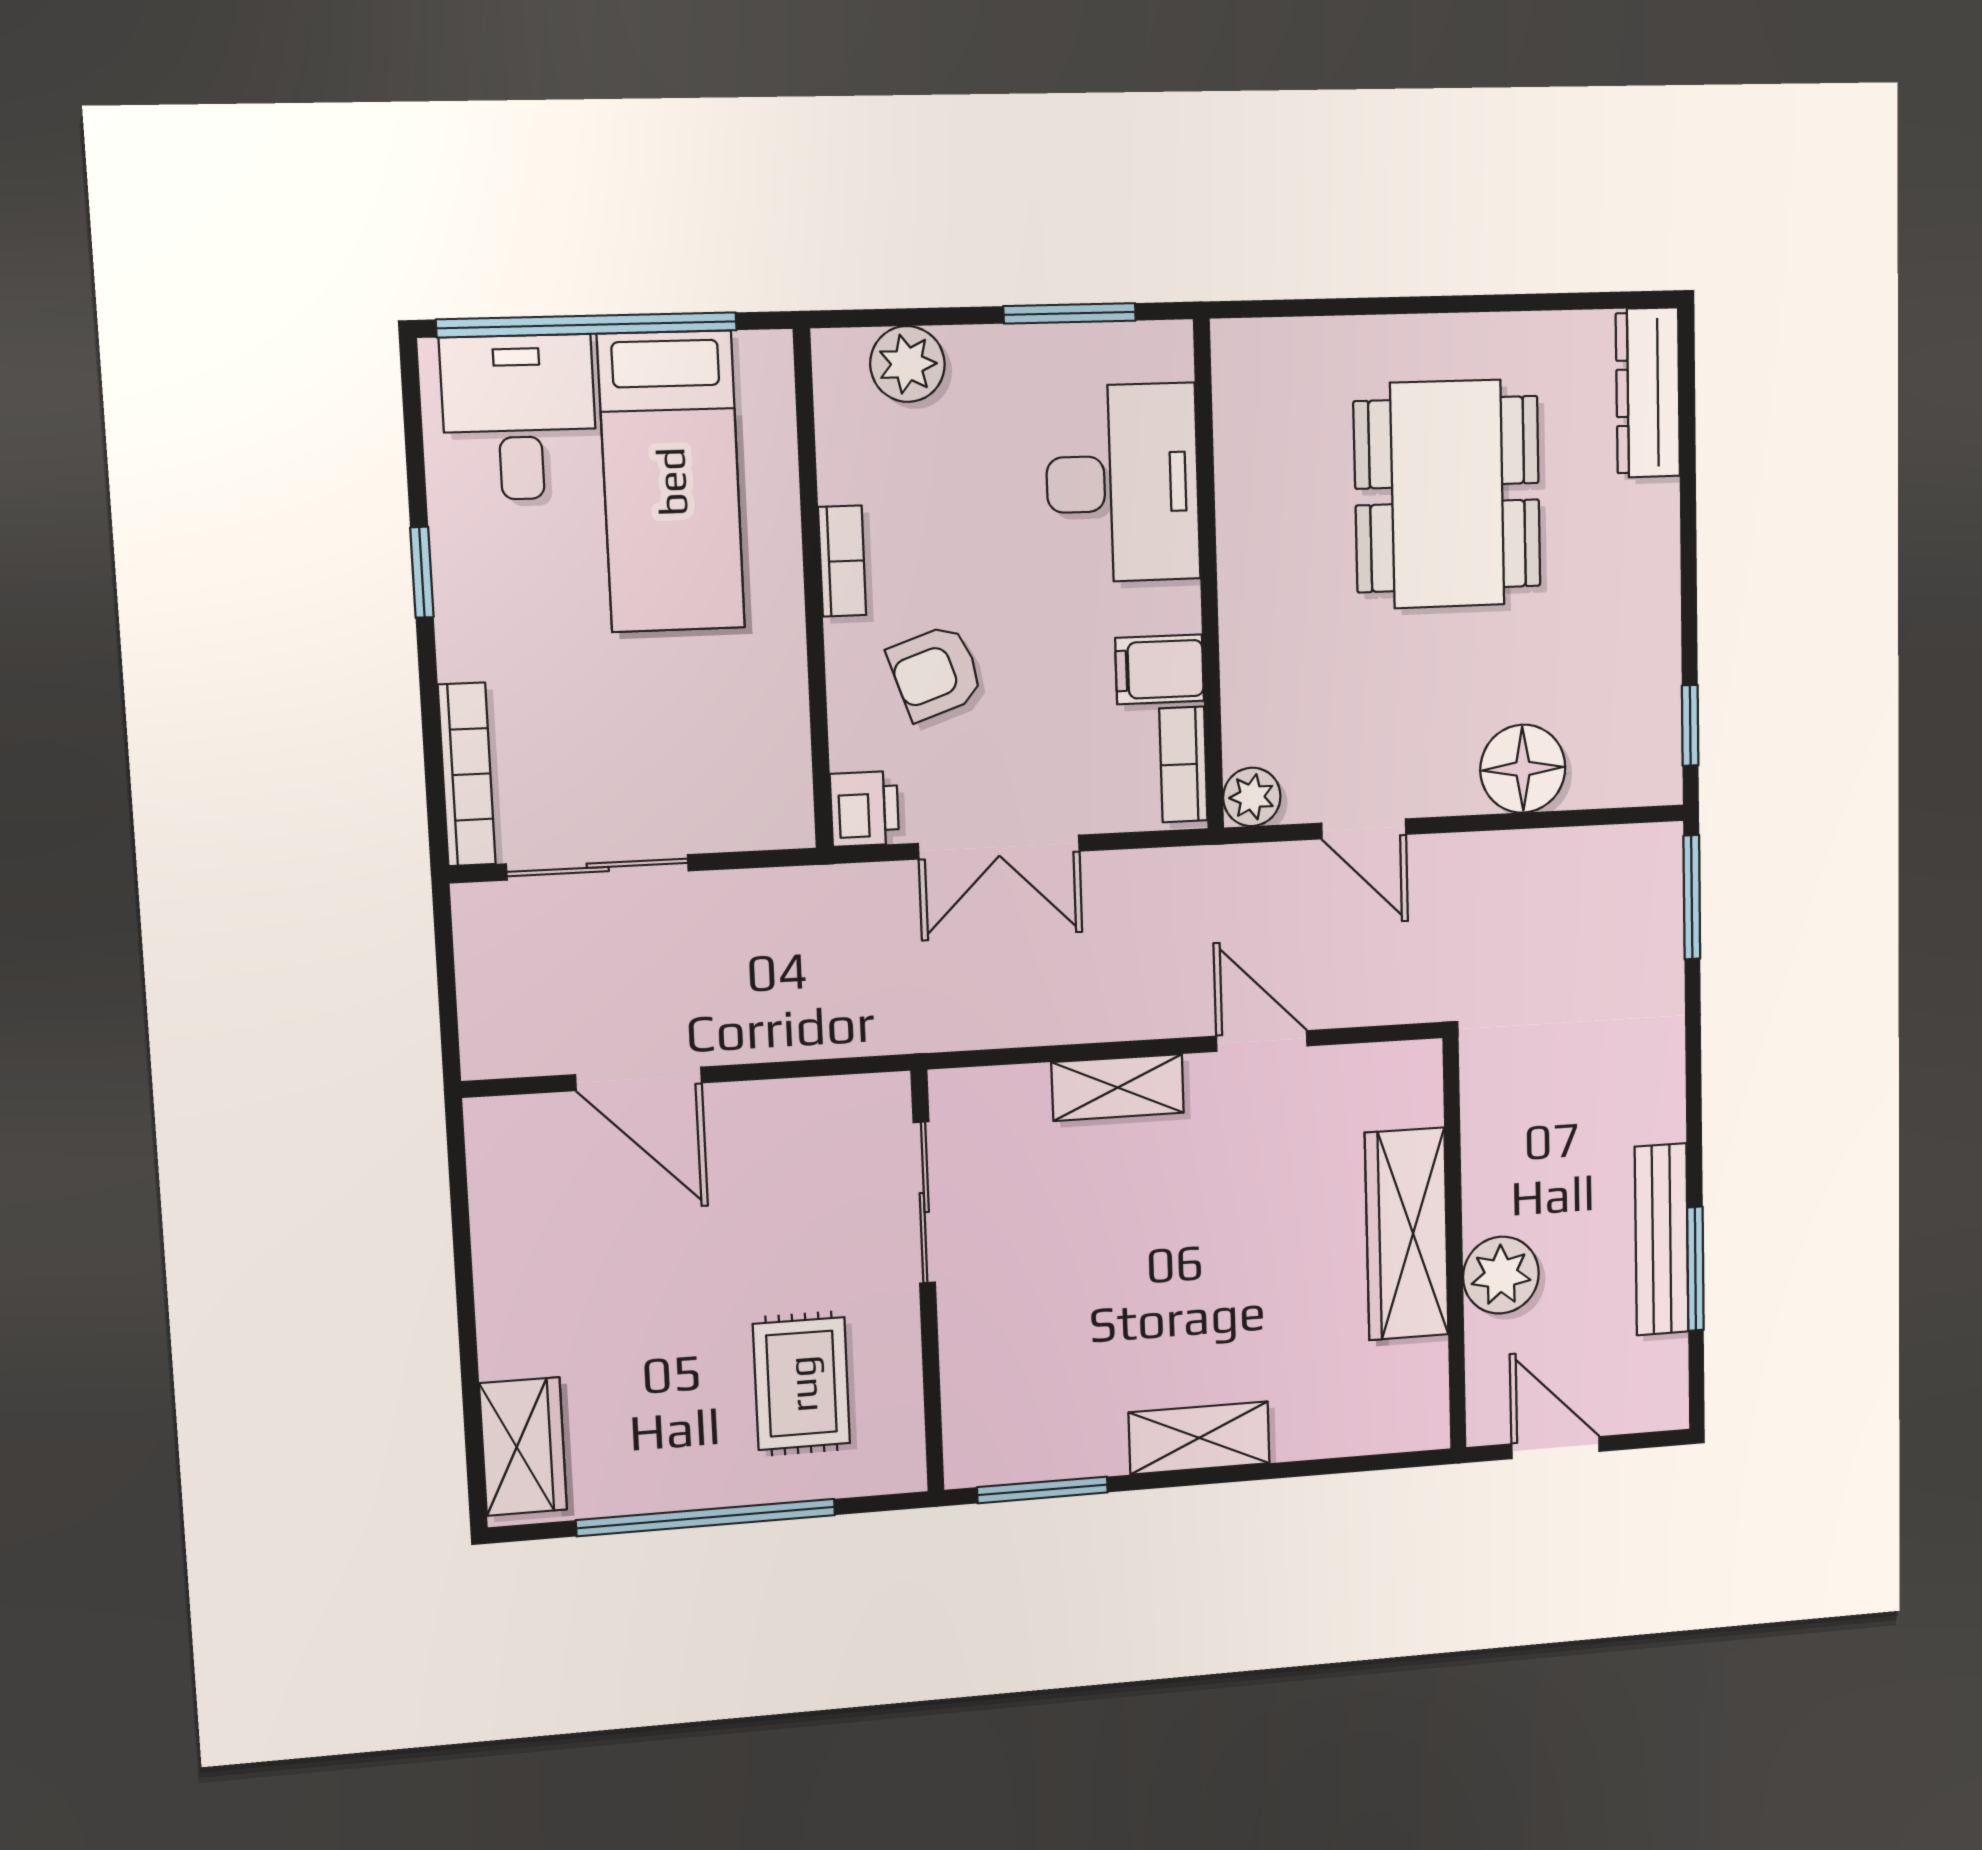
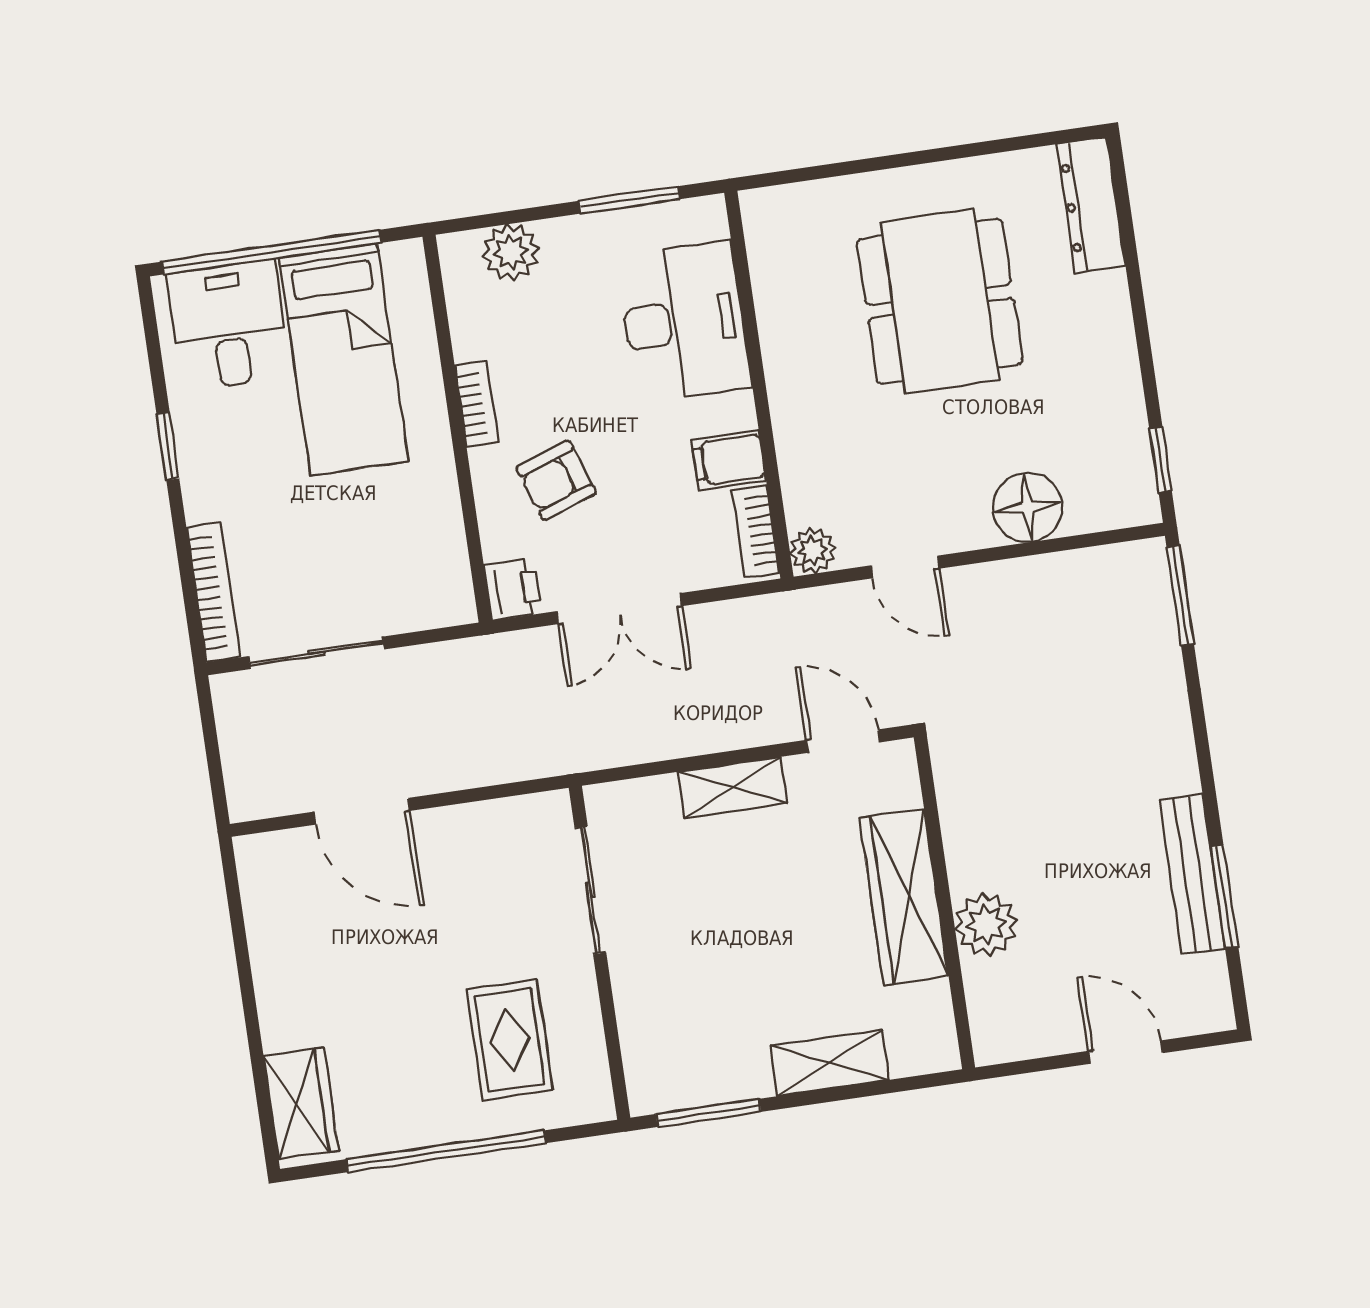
wardrobe: (1407, 1234) -> (904, 897), moved
wall: (1454, 1244) -> (944, 902), moved
plant: (1501, 1275) -> (986, 925), moved

